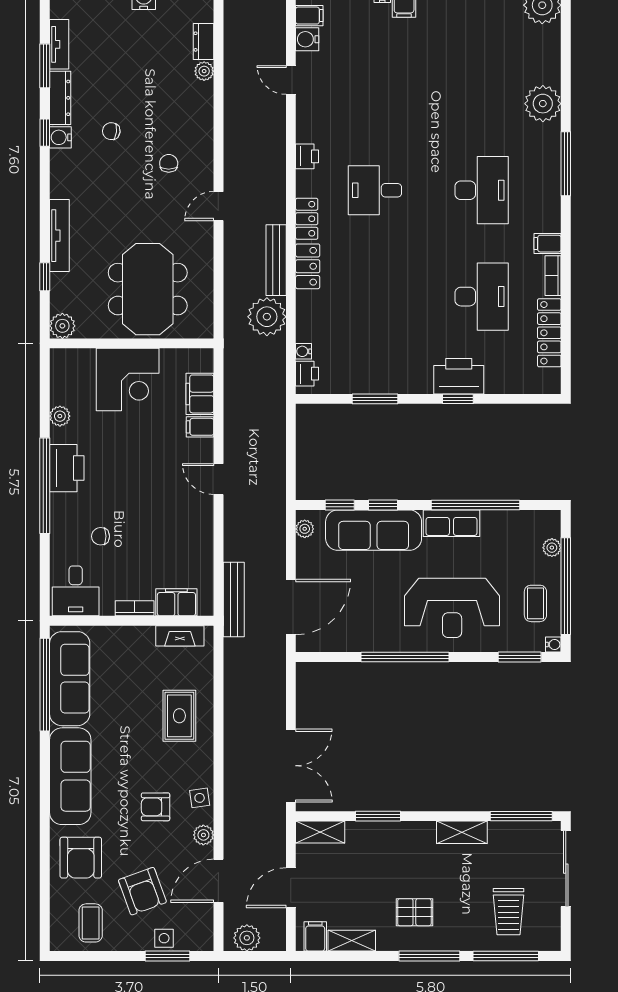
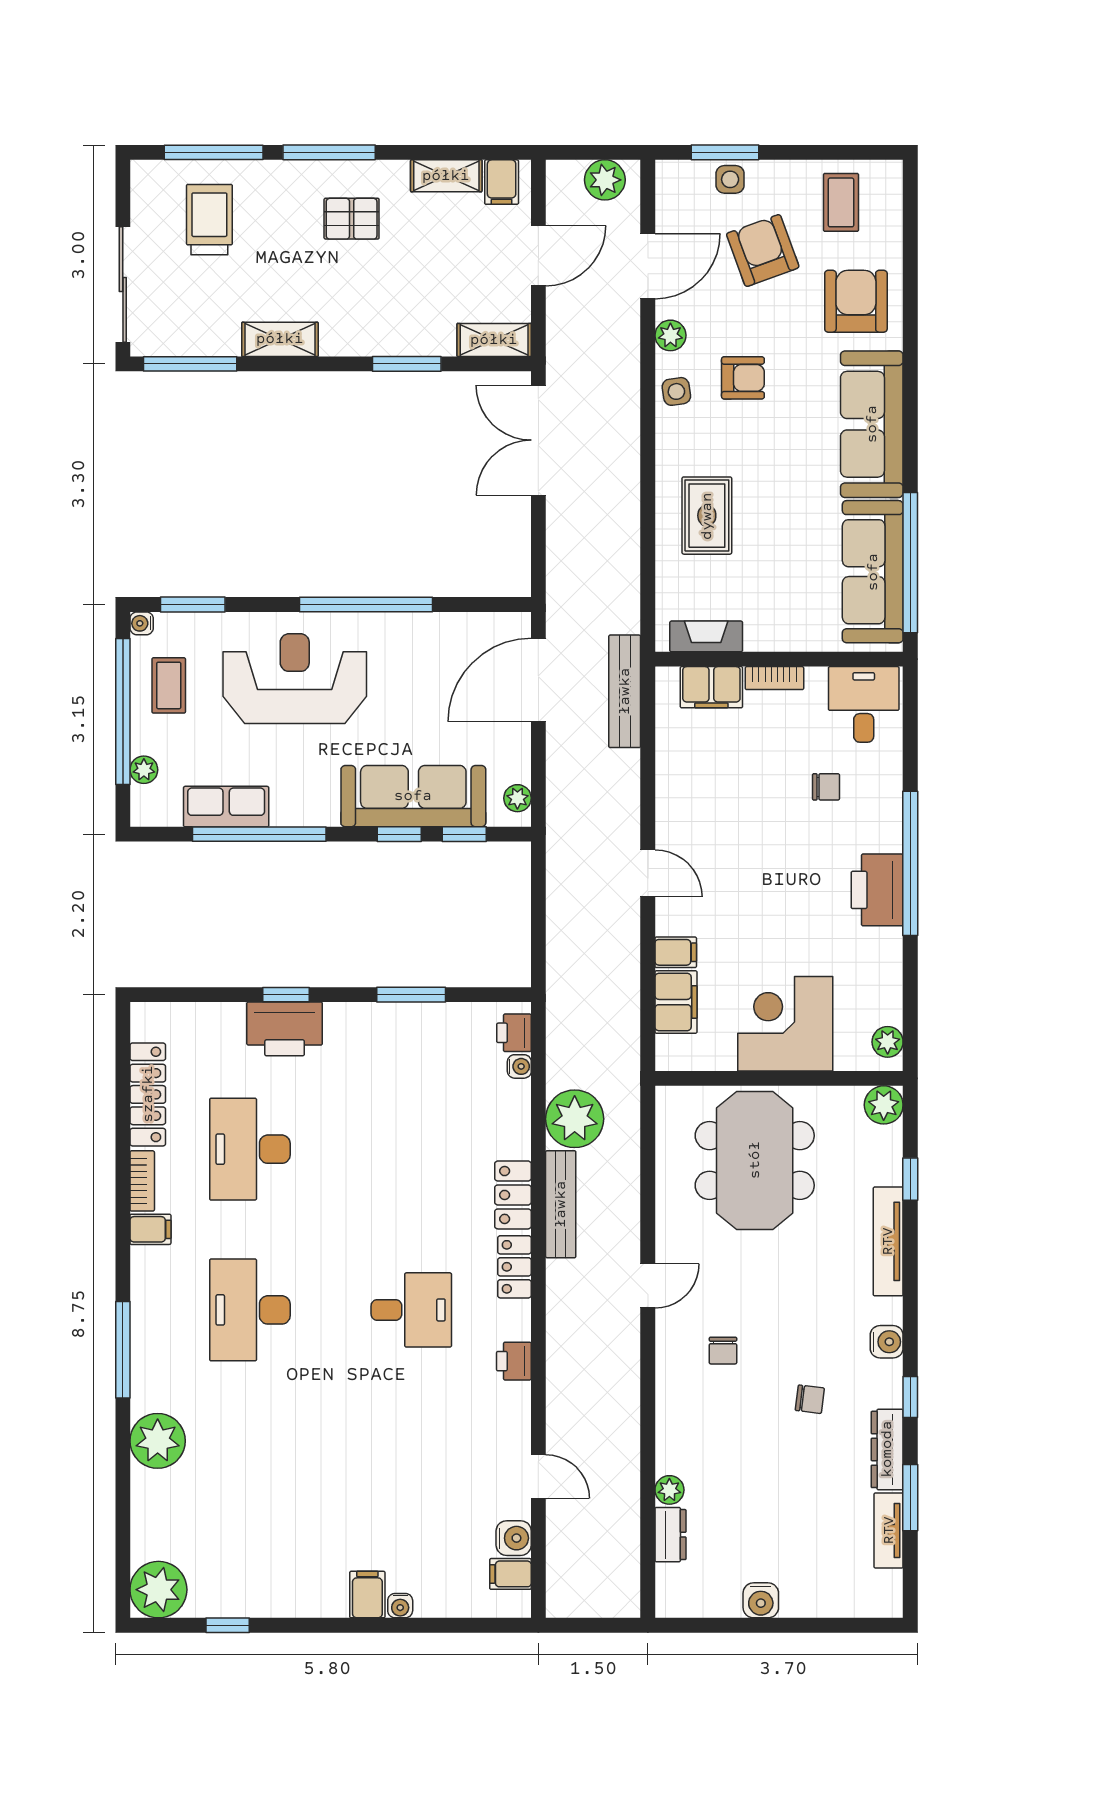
water cooler: (60, 137) -> (887, 1342), moved
plant: (60, 416) -> (888, 1042), moved
row of seats: (451, 523) -> (226, 807), moved

